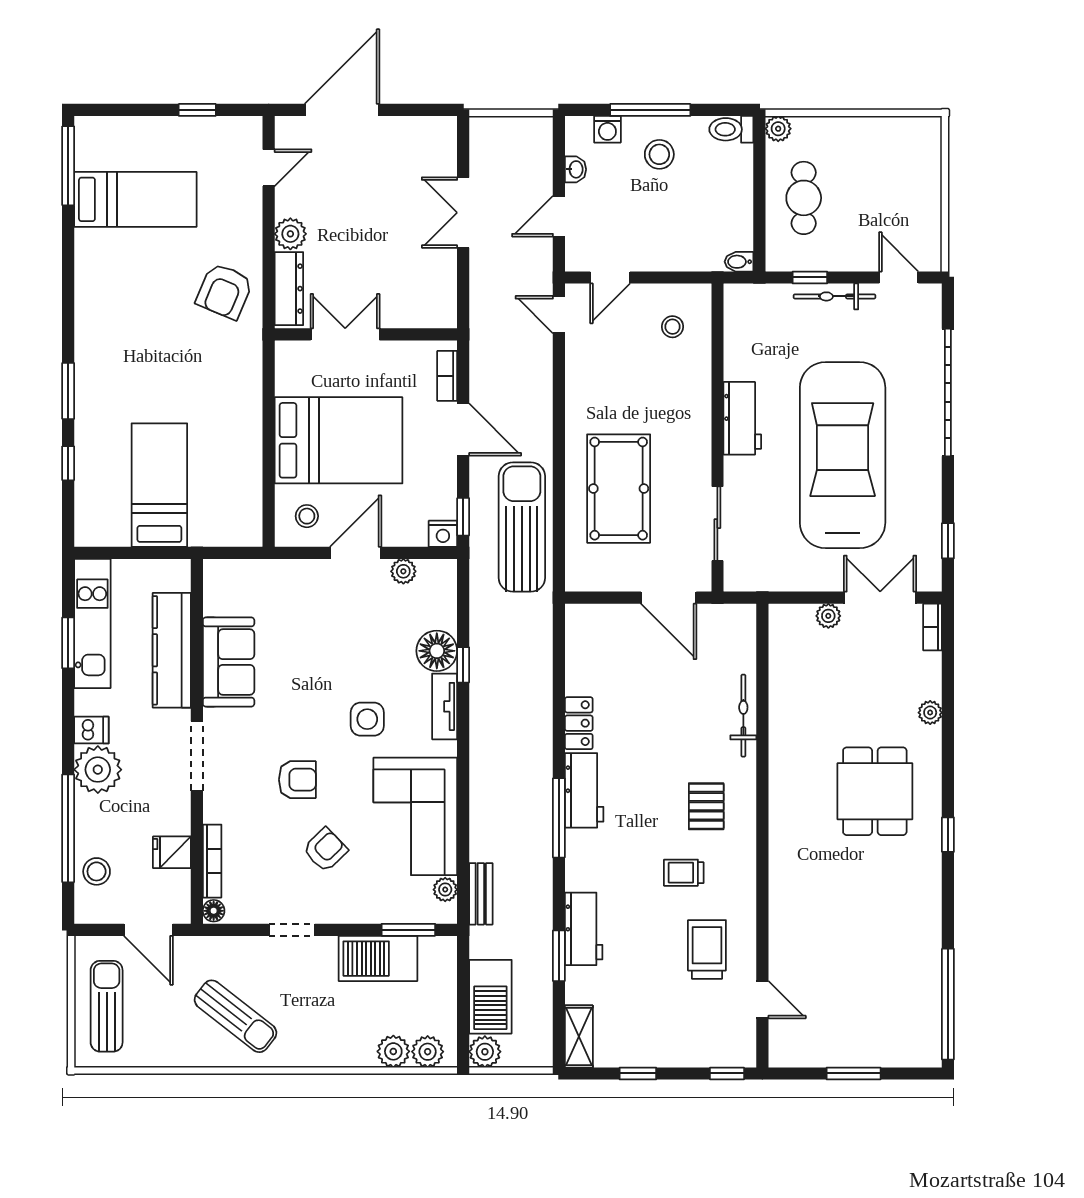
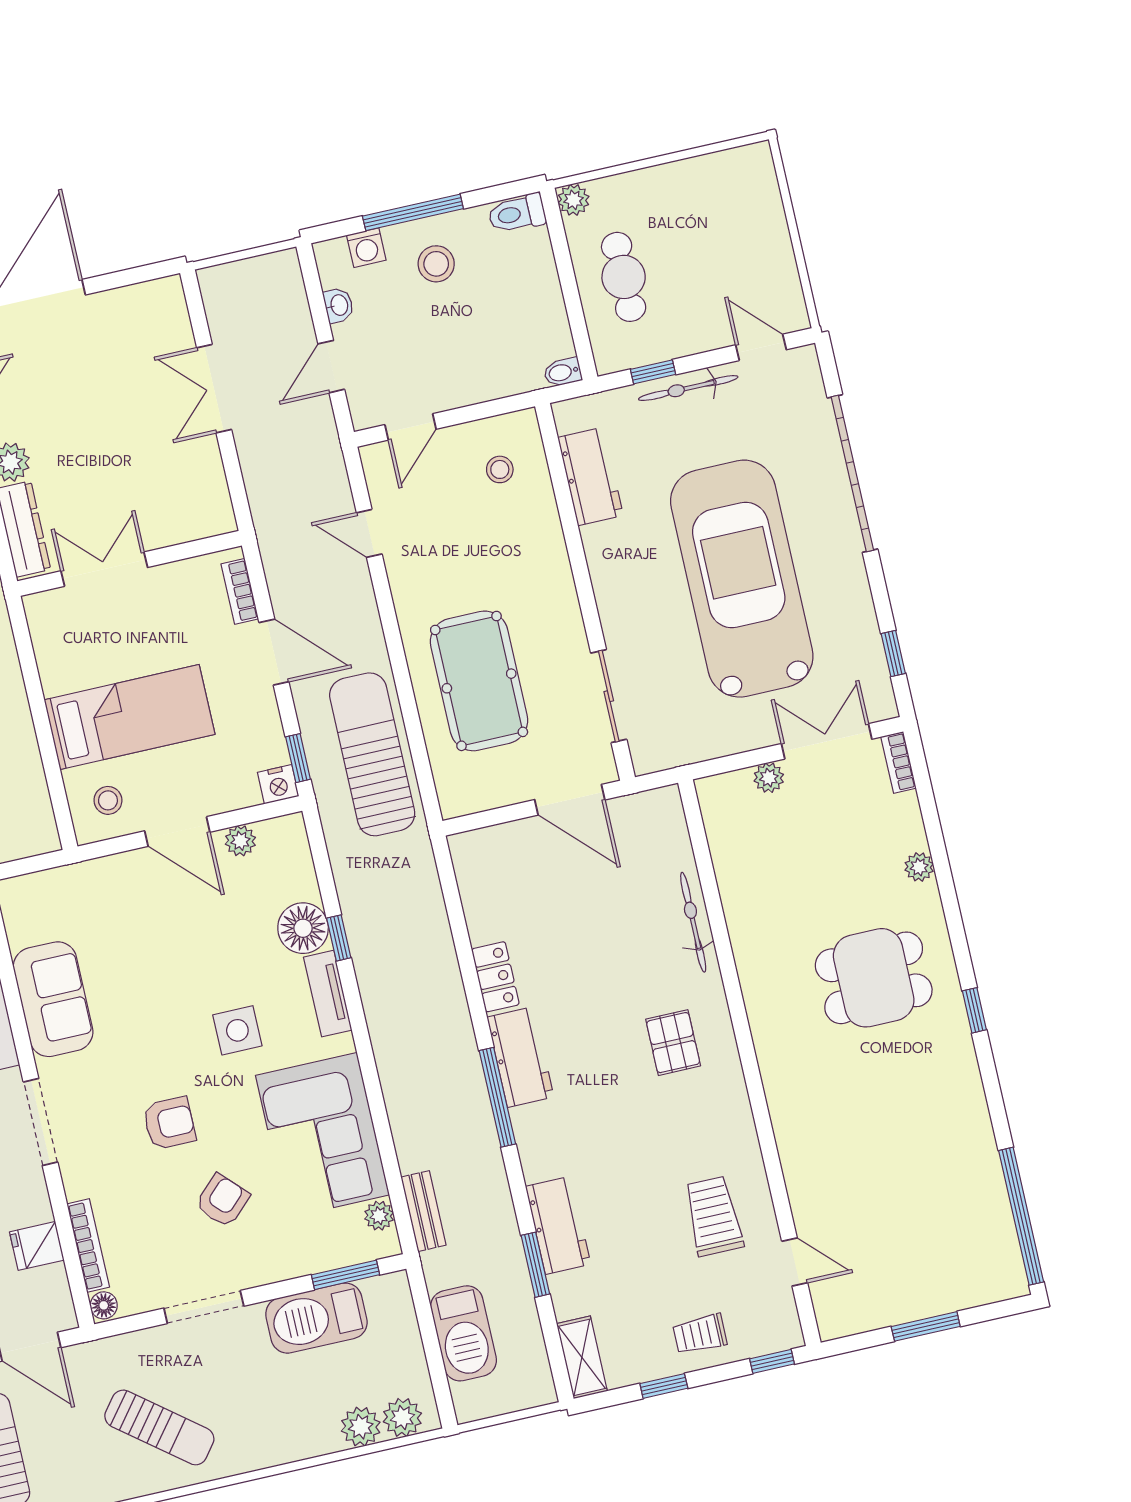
door: (559, 315) -> (369, 533), moved
workbench: (742, 418) -> (590, 476), moved
bed: (339, 440) -> (130, 717), width x0.67
door: (356, 553) -> (177, 832), swing flipped
dining table: (875, 791) -> (874, 978), turned 90
trolley: (684, 873) -> (700, 1334), moved
doorway: (292, 930) -> (204, 1307), width x1.38
plant: (485, 1052) -> (472, 1402), removed

